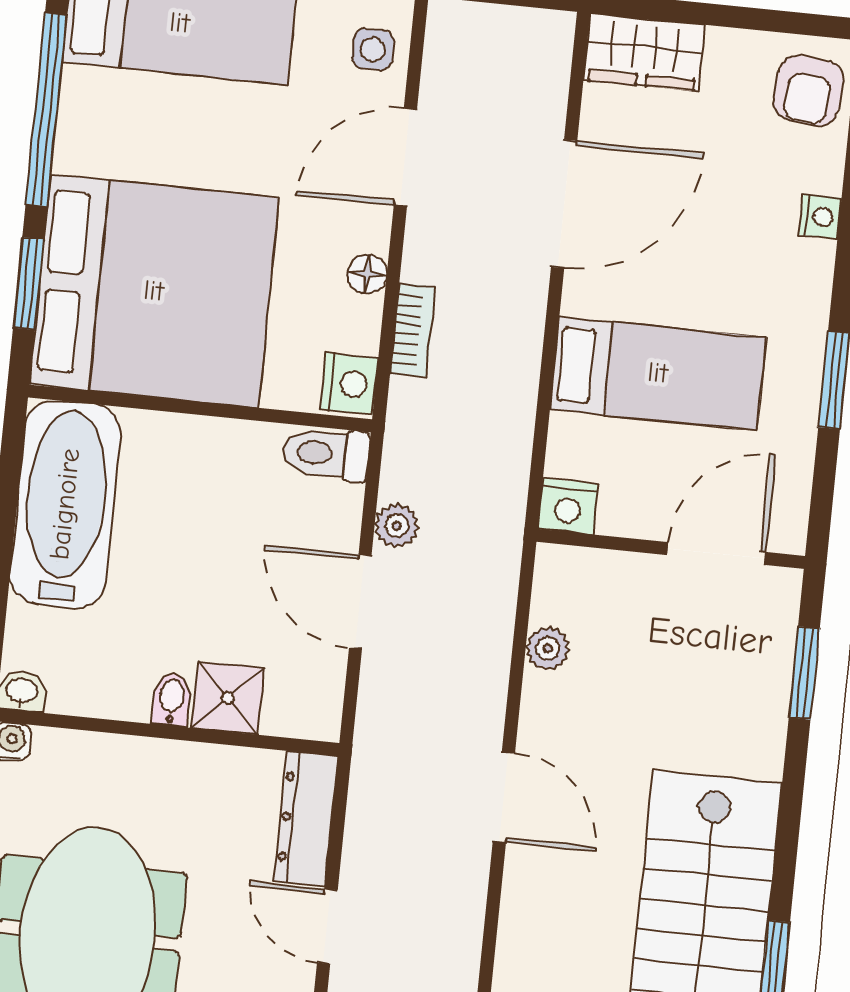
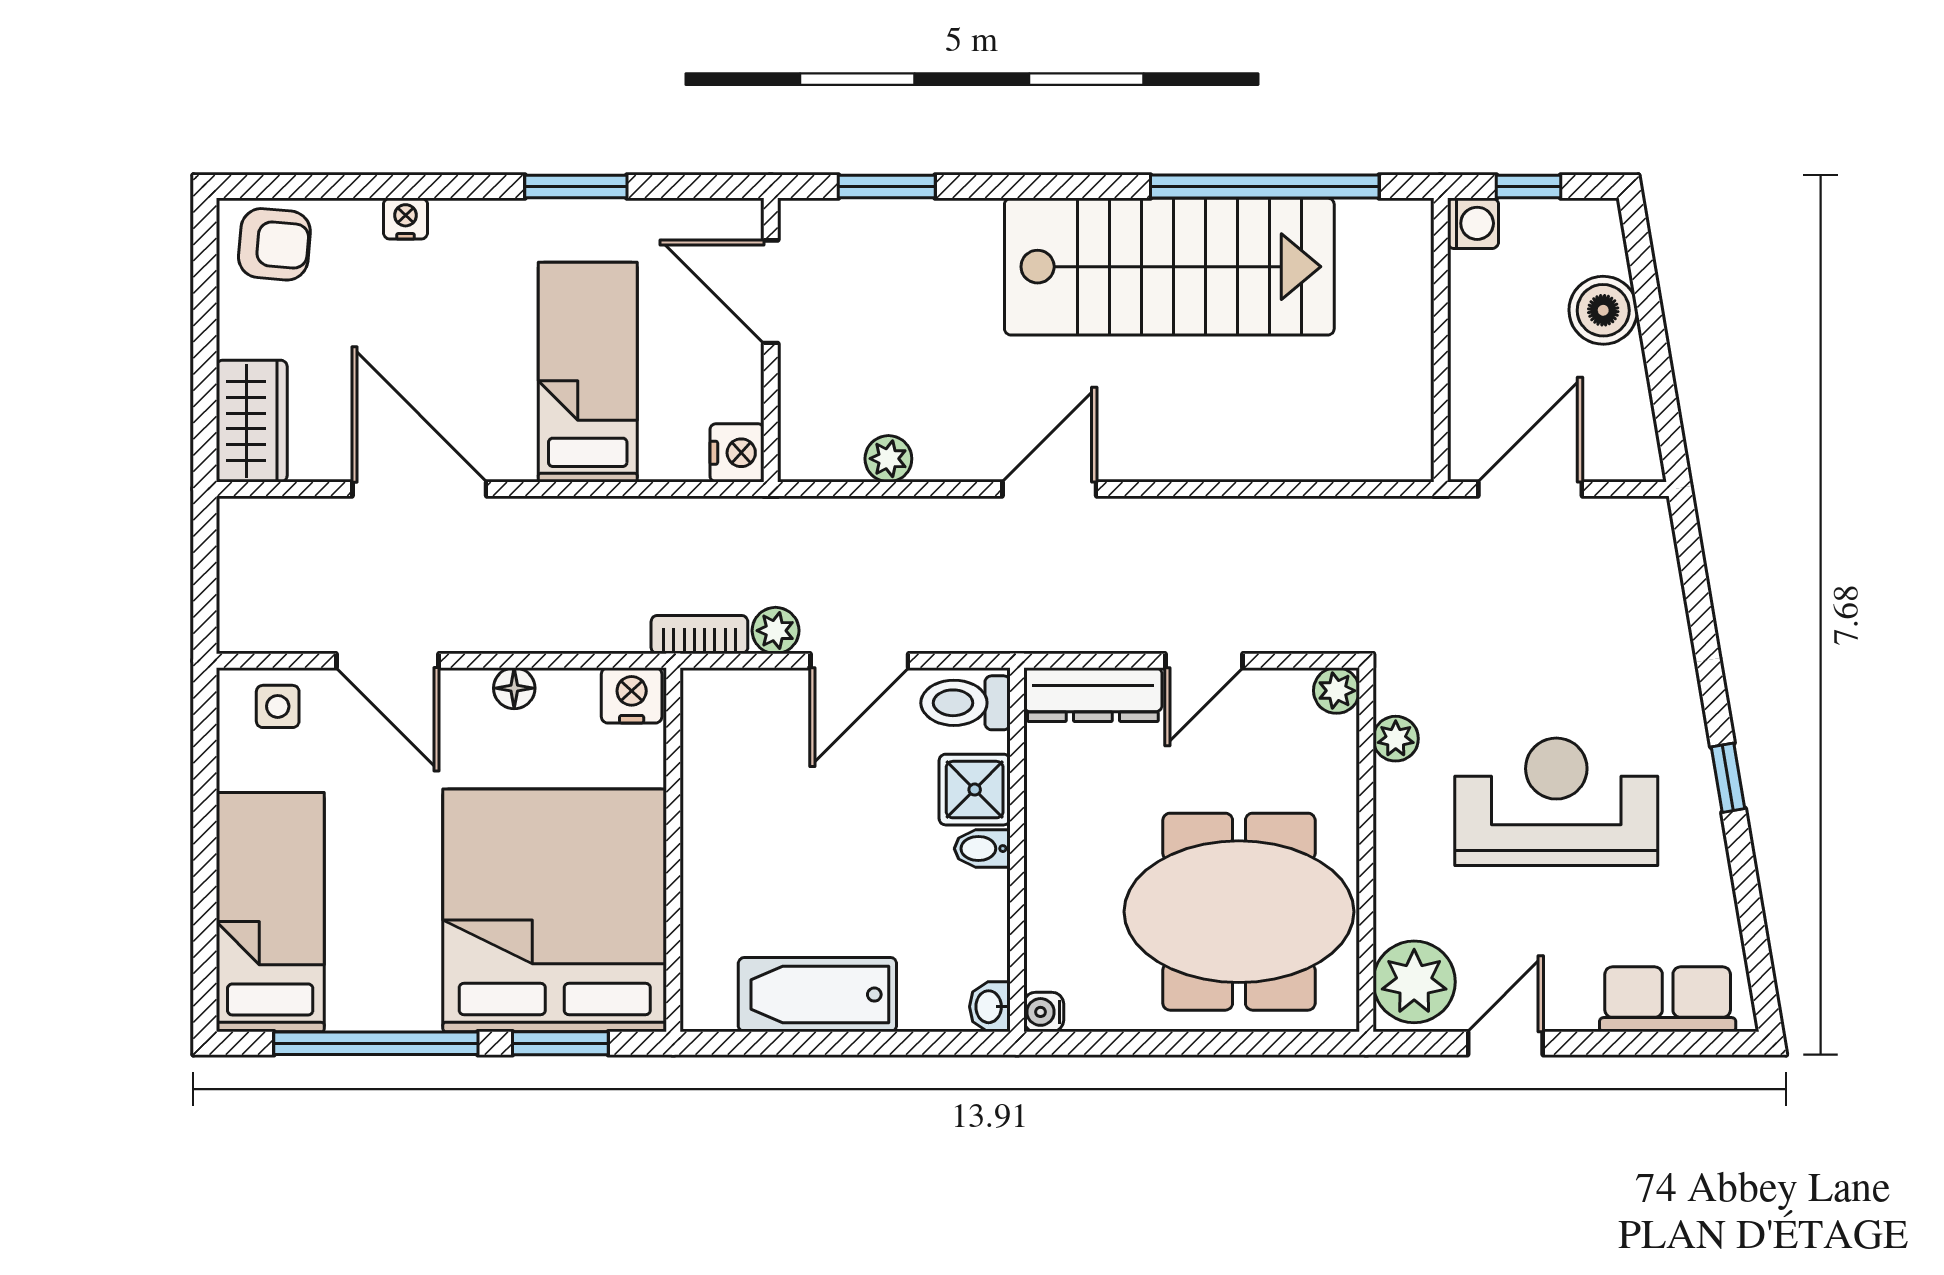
bookcase: (413, 330) -> (699, 635), moved
toilet: (326, 454) -> (966, 703), moved, turned 90
bathtub: (65, 504) -> (817, 995), width x0.73, depth x0.73

